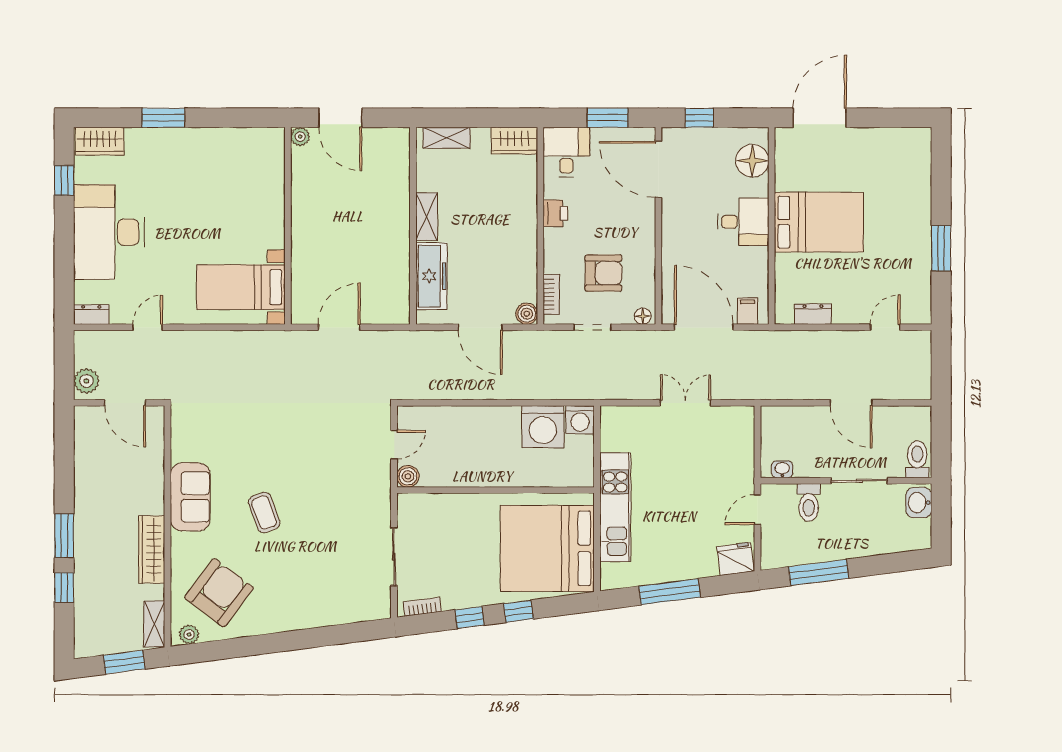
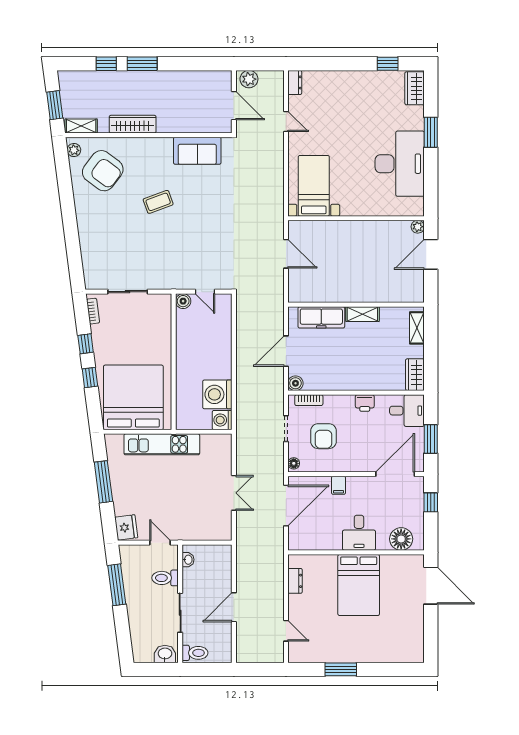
desk: (109, 232) -> (400, 164), moved, turned 90
filing cabinet: (747, 311) -> (338, 485), moved, turned 90
door: (125, 403) -> (234, 106), swing flipped
sofa: (190, 497) -> (197, 151), moved

